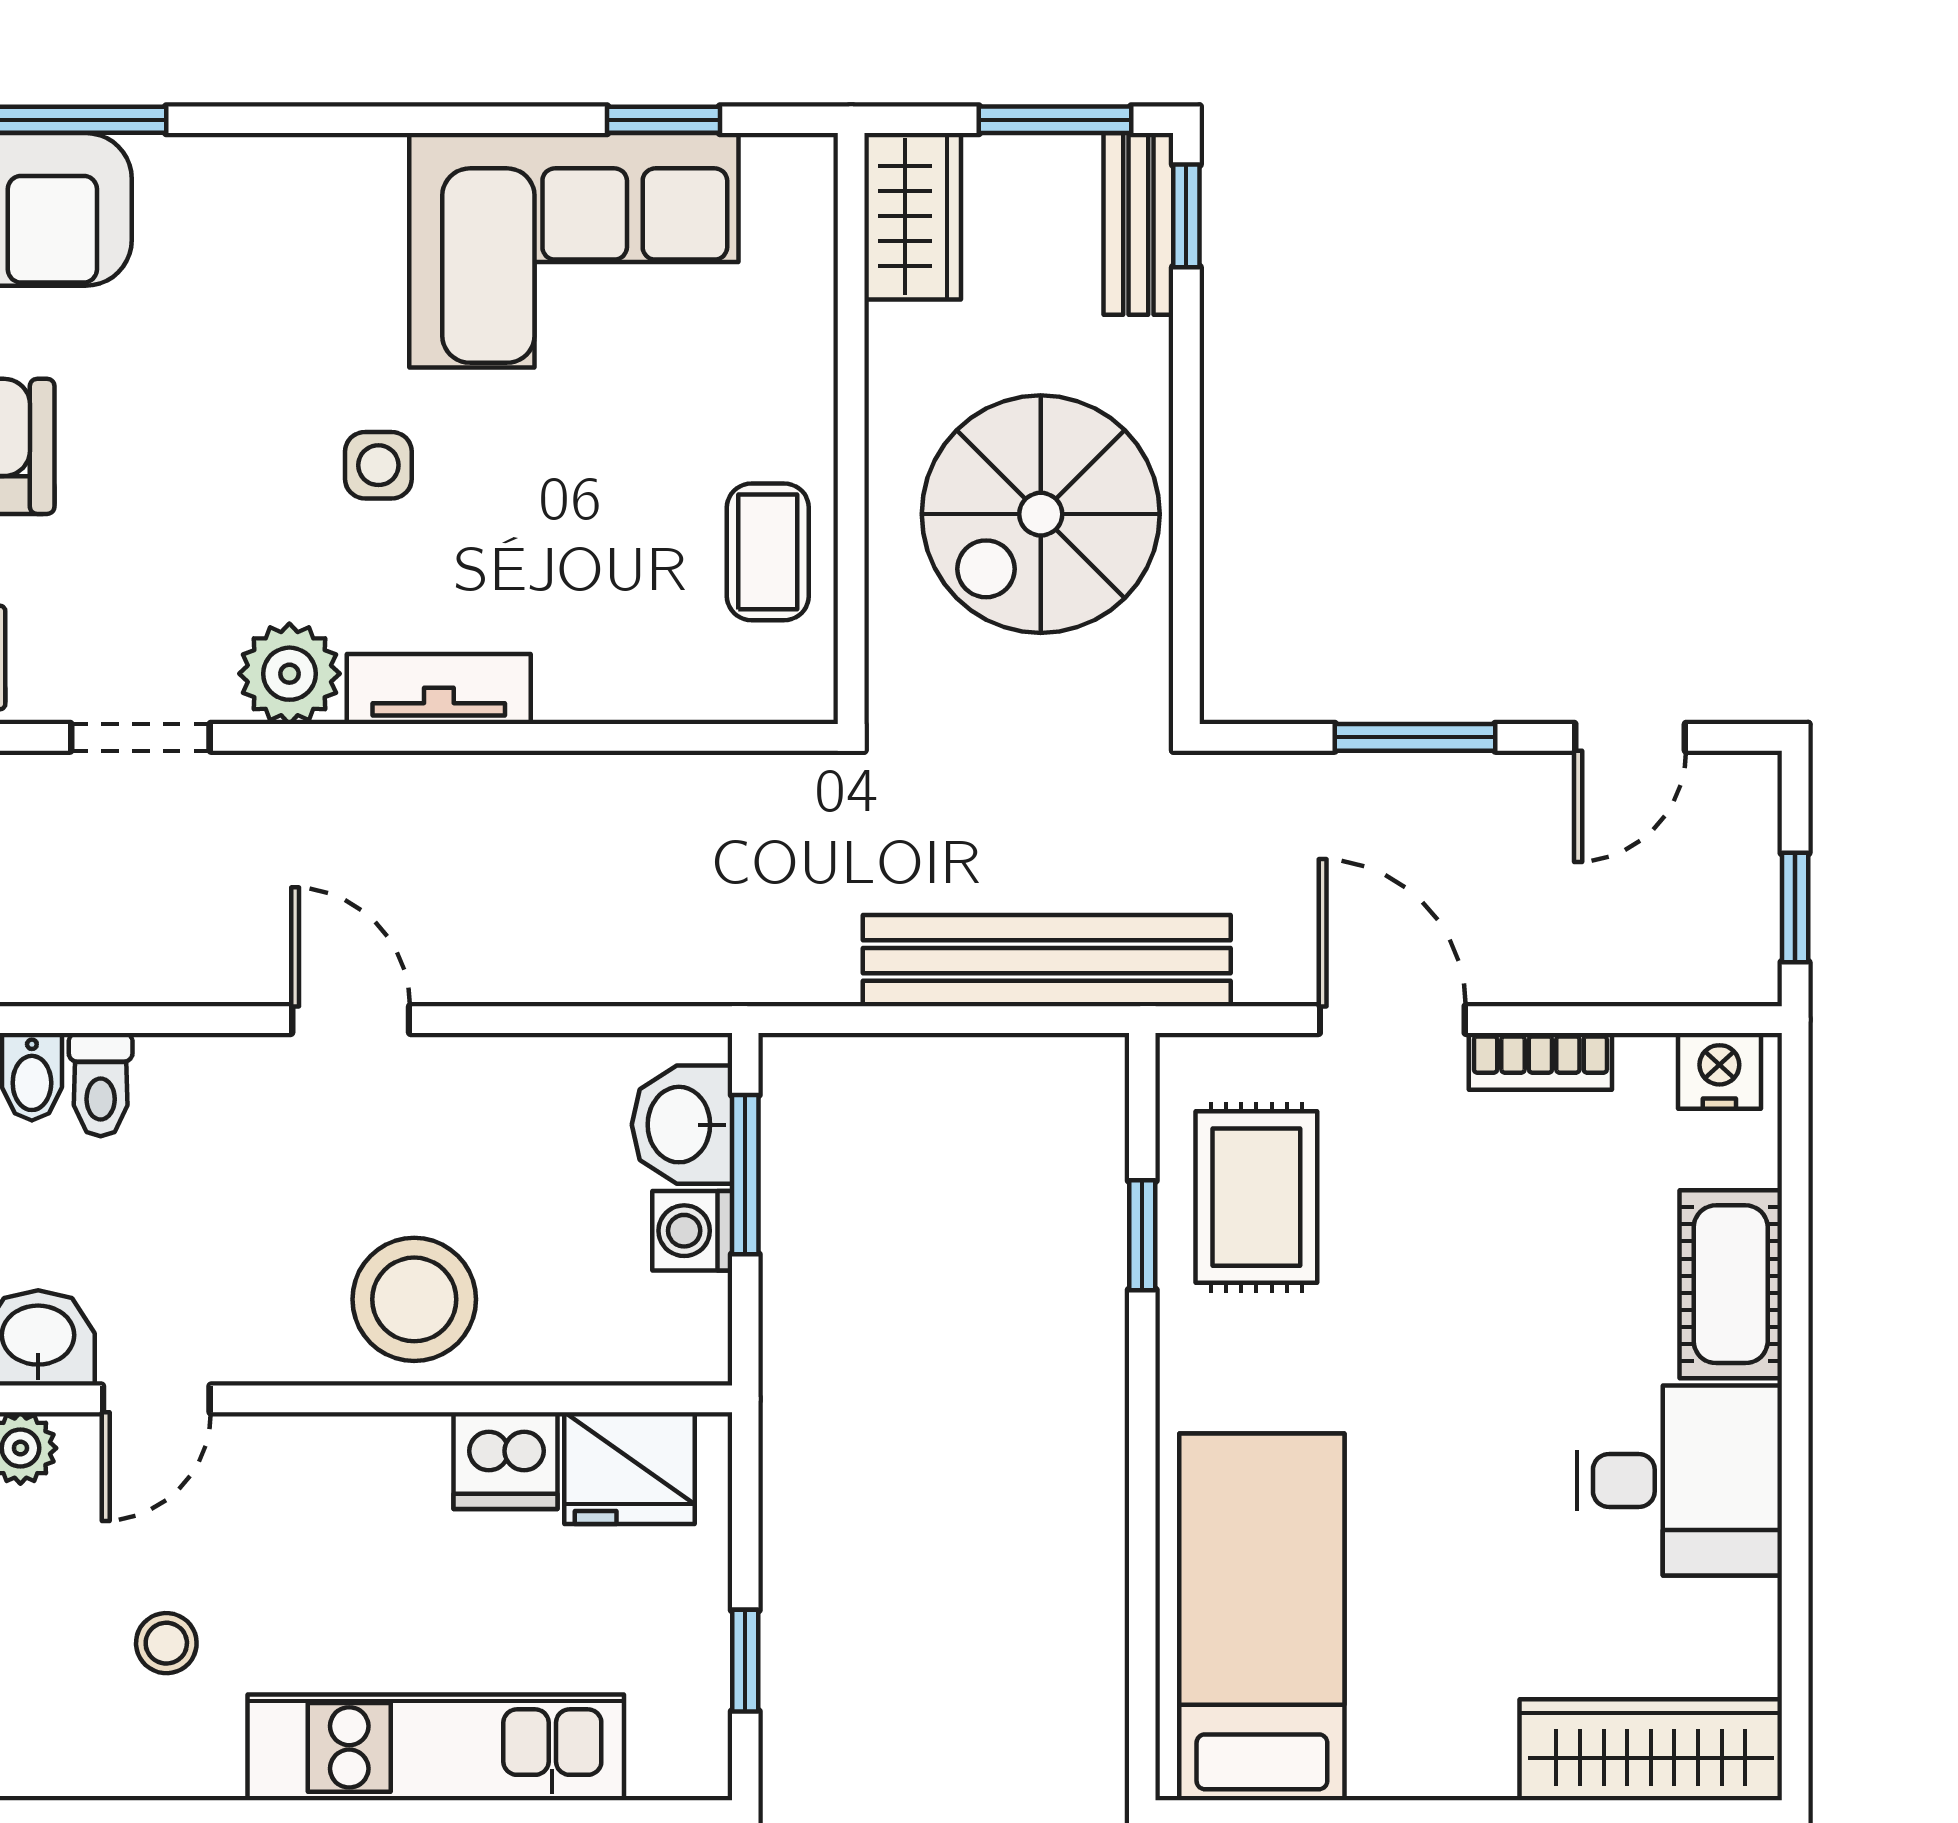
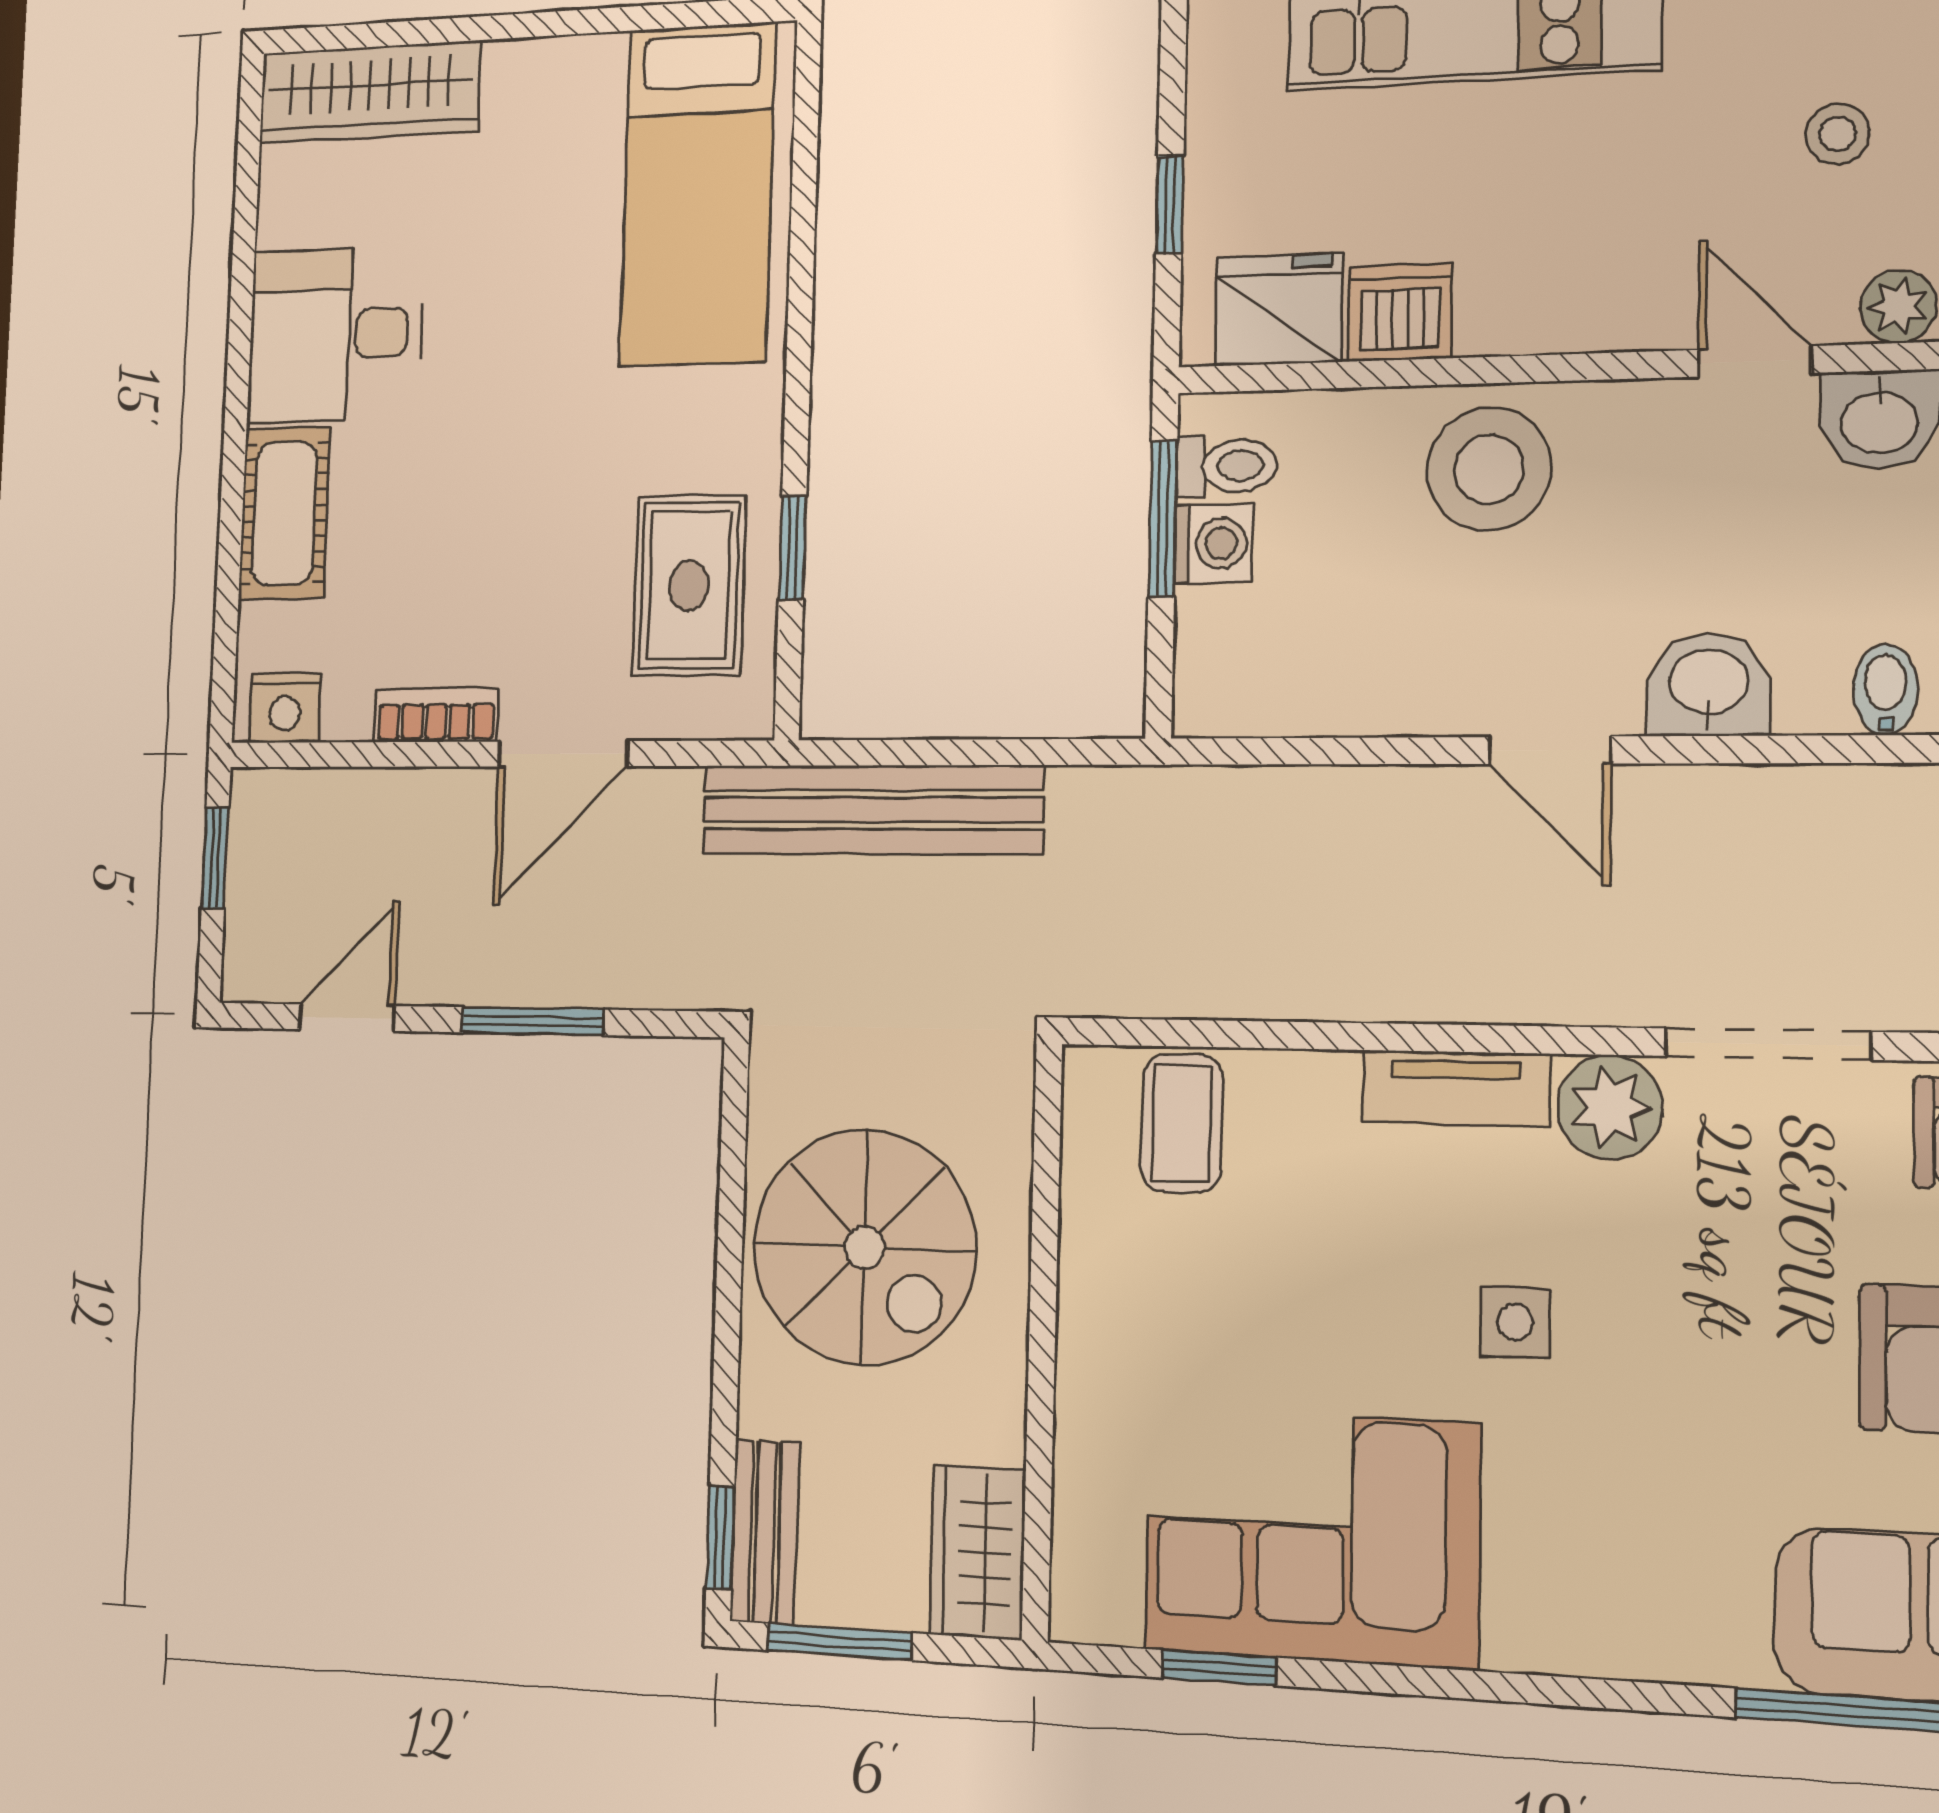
spiral stairs: (1041, 514) -> (865, 1247), turned 90
coffee table: (768, 552) -> (1182, 1123), moved
doorway: (140, 737) -> (1768, 1044), width x1.38
door: (1392, 1020) -> (563, 754), hinge flipped
toilet: (101, 1085) -> (1226, 466), moved, turned 90
washbasin: (682, 1125) -> (1708, 685), moved, turned -90
window: (745, 1175) -> (1163, 519), moved
door: (156, 1399) -> (1755, 361), hinge flipped
stool: (166, 1643) -> (1838, 134), moved
window: (745, 1661) -> (1170, 205), moved

